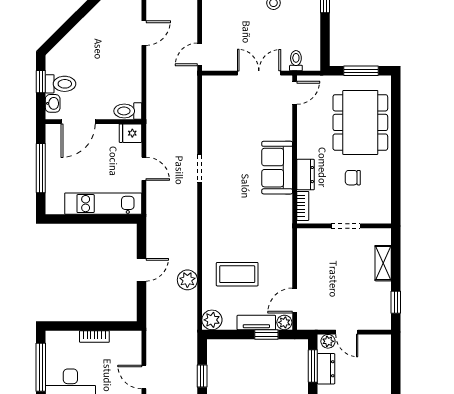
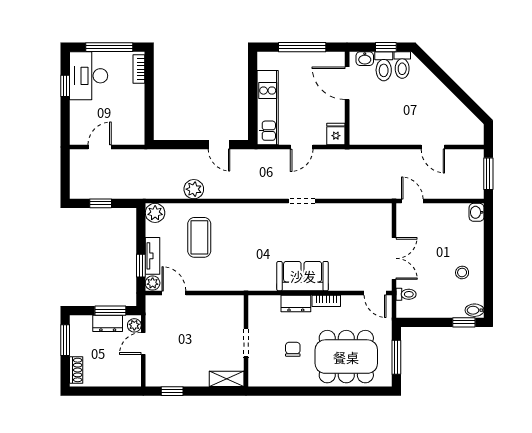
toilet: (128, 111) -> (402, 65), moved, turned 180
bookcase: (303, 206) -> (326, 301), moved
shelving: (383, 263) -> (227, 379), moved
door: (141, 270) -> (219, 145), moved
bookcase: (94, 337) -> (139, 69), moved

